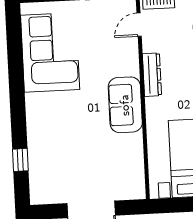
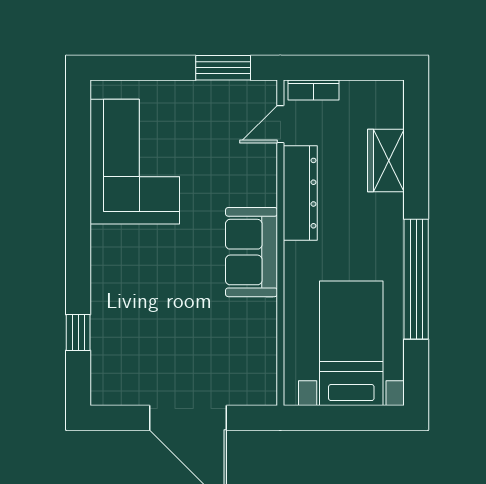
dresser: (152, 75) -> (300, 193), width x1.37, depth x1.24

